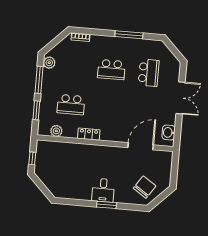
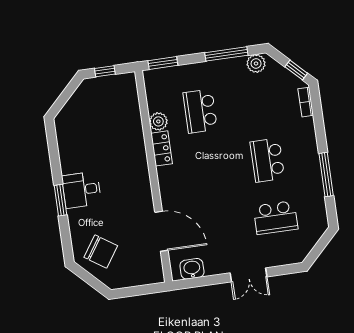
window: (59, 38) -> (296, 70), added
double door: (181, 98) -> (249, 275), width x0.73
window: (36, 110) -> (163, 63), moved
plant: (56, 131) -> (158, 121), moved

